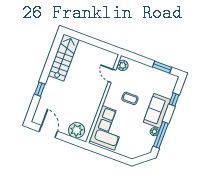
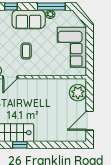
window: (40, 89) -> (20, 145), moved
corner sofa: (108, 128) -> (72, 47), moved, turned -90

